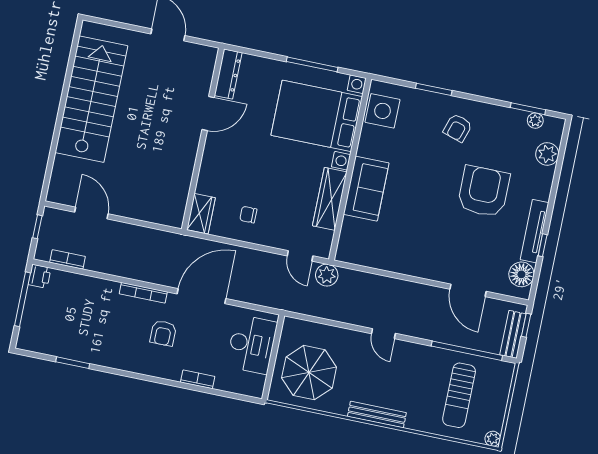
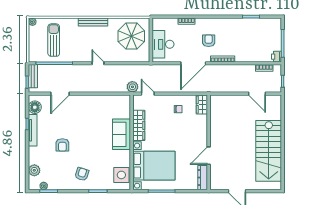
armchair: (484, 191) -> (62, 145), width x0.53, depth x0.53
door: (468, 290) -> (60, 94), swing flipped

